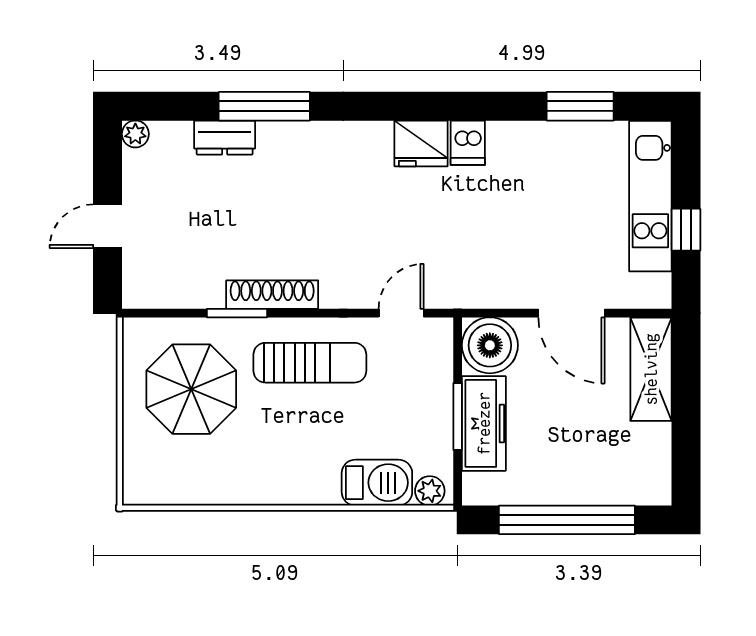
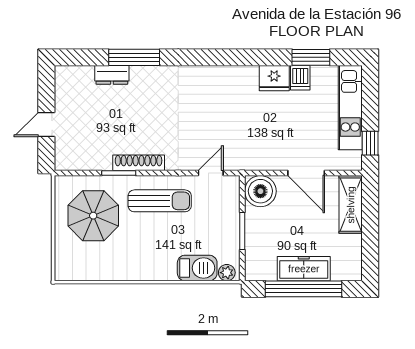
plant: (135, 134) -> (62, 73), removed
fridge: (421, 143) -> (274, 78), moved
dishwasher: (468, 143) -> (300, 78), moved
window: (686, 230) -> (370, 143), moved
freezer: (484, 423) -> (304, 269), moved, turned -90

